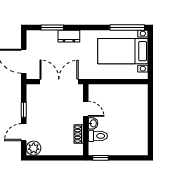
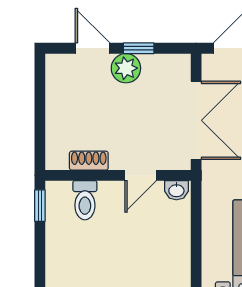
washbasin: (93, 123) -> (176, 190), moved
plant: (34, 148) -> (126, 68), moved

